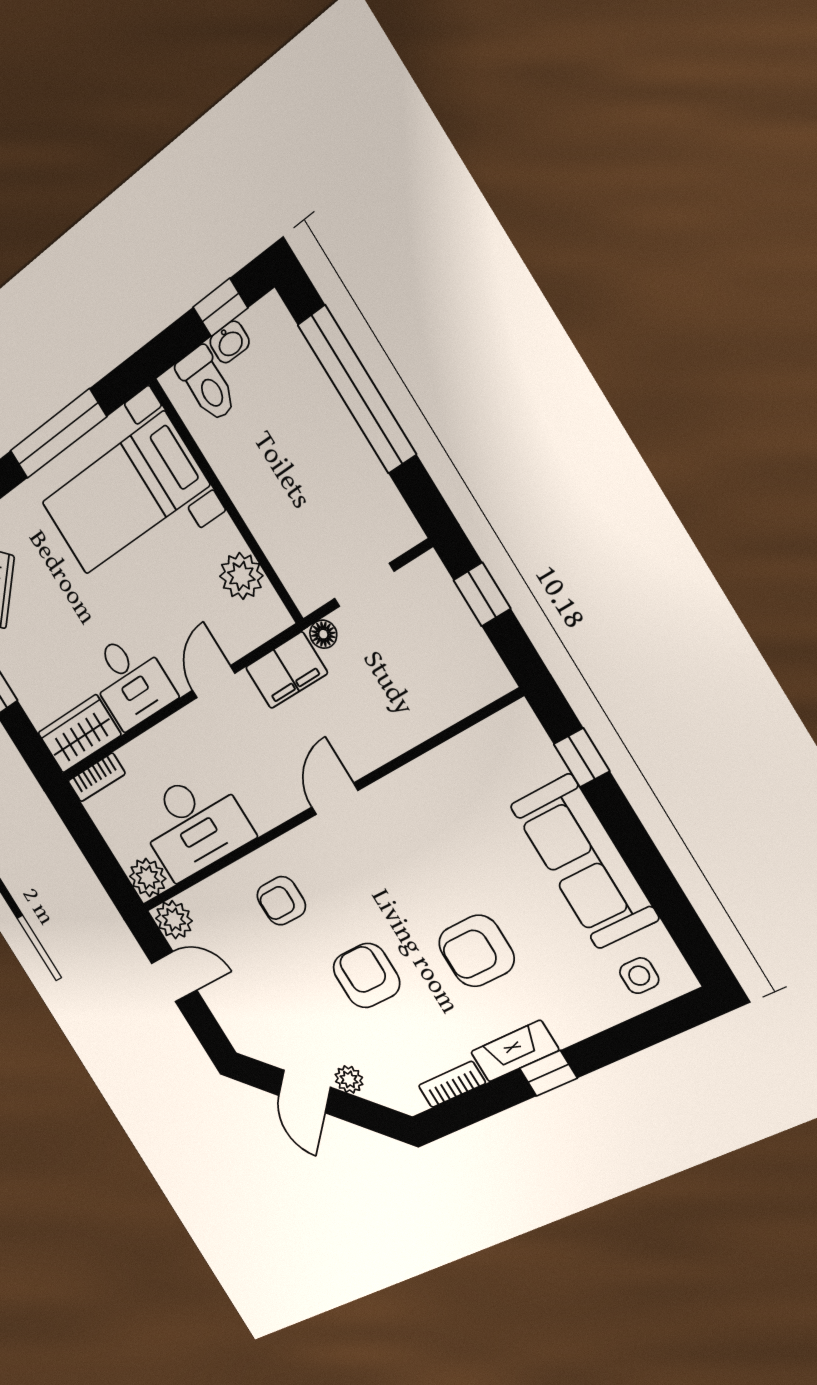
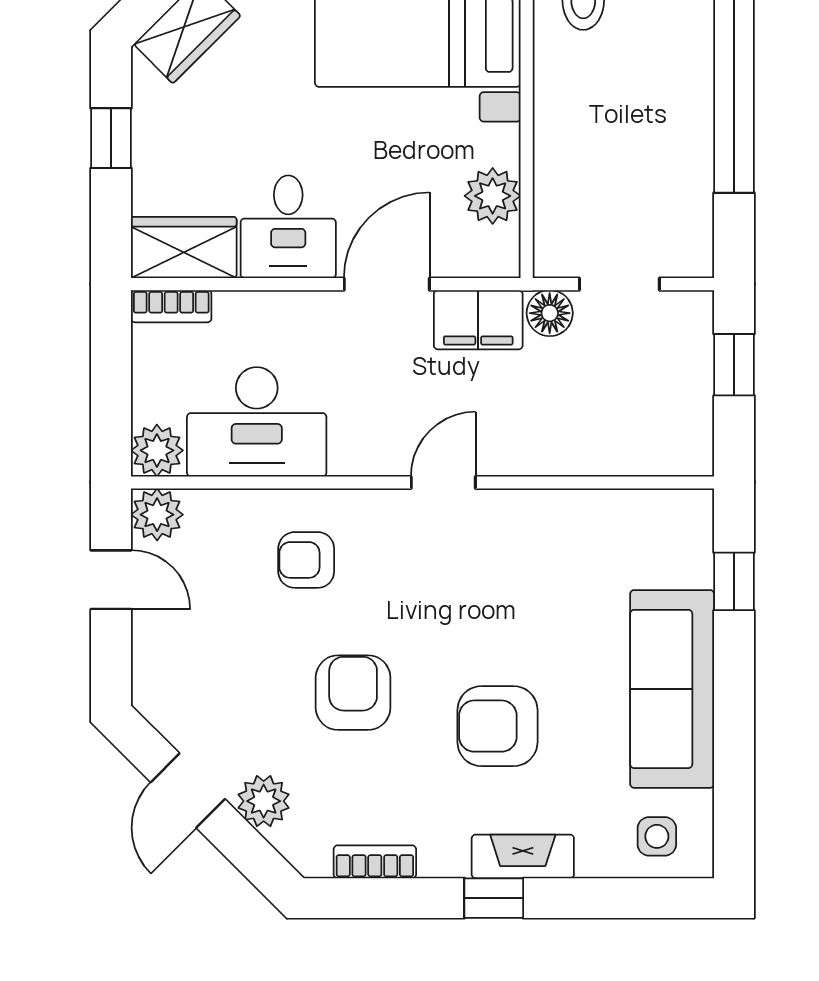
floor lamp: (323, 634) -> (550, 313), width x1.37, depth x1.37
door: (214, 682) -> (387, 284), width x1.38
fireplace: (515, 1051) -> (523, 856), moved
plant: (349, 1079) -> (264, 801), width x1.38, depth x1.38

